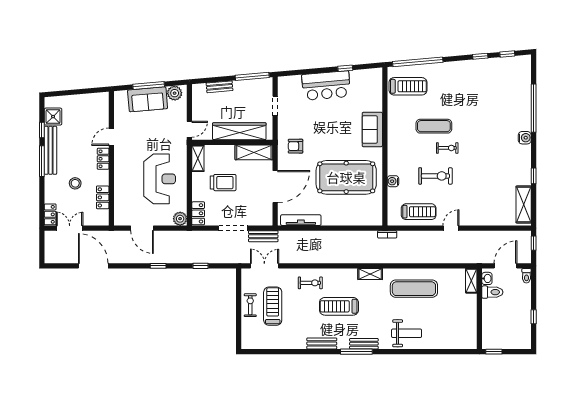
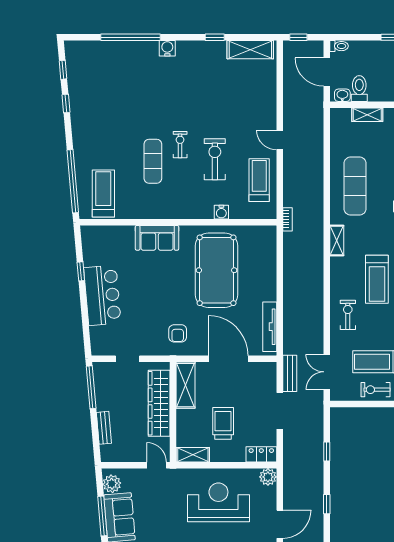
shelving: (471, 281) -> (367, 115), moved

